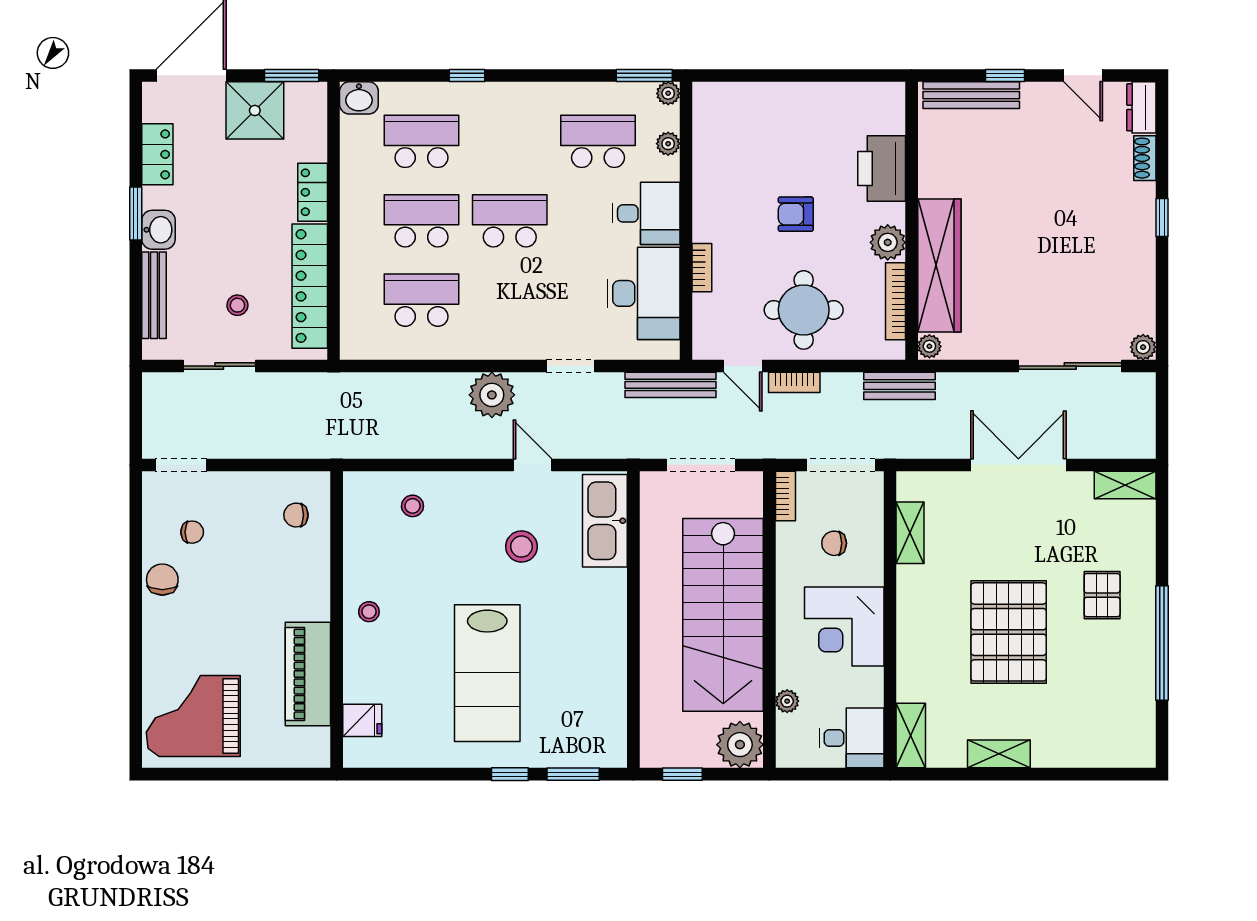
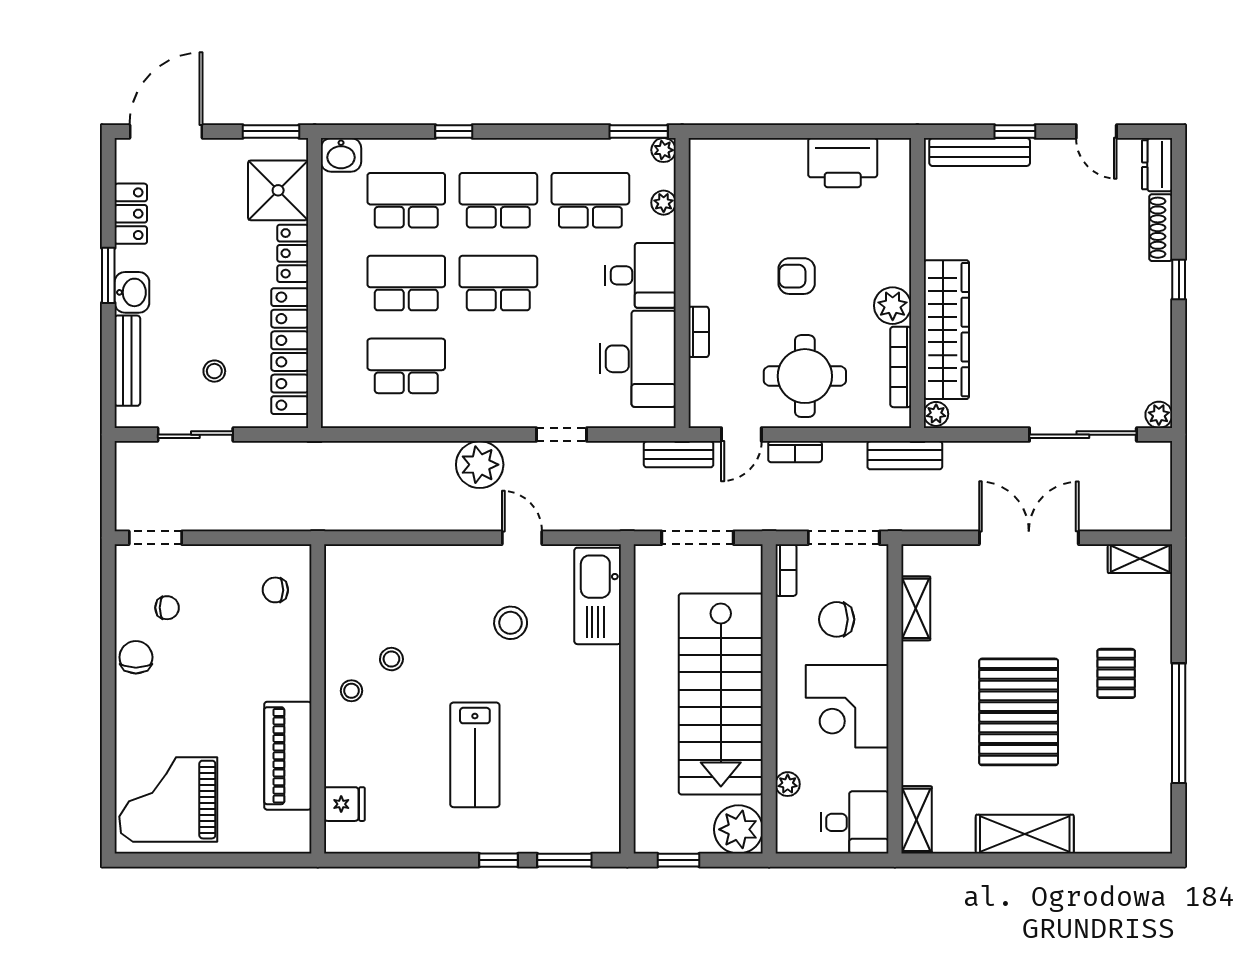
shower: (255, 110) -> (278, 190), moved
school desk: (510, 141) -> (498, 200), added
shoe rack: (1145, 158) -> (1161, 228), width x1.43
printer: (882, 168) -> (843, 163), moved, turned -90
door: (743, 366) -> (741, 435), hinge flipped
bench: (670, 385) -> (679, 454), width x0.73
stool: (412, 506) -> (391, 659), moved
chair: (834, 543) -> (837, 619), width x1.37, depth x1.37
lab bench: (487, 673) -> (475, 755), width x0.73, depth x0.72
shelving: (999, 754) -> (1025, 834), width x1.50, depth x1.33

